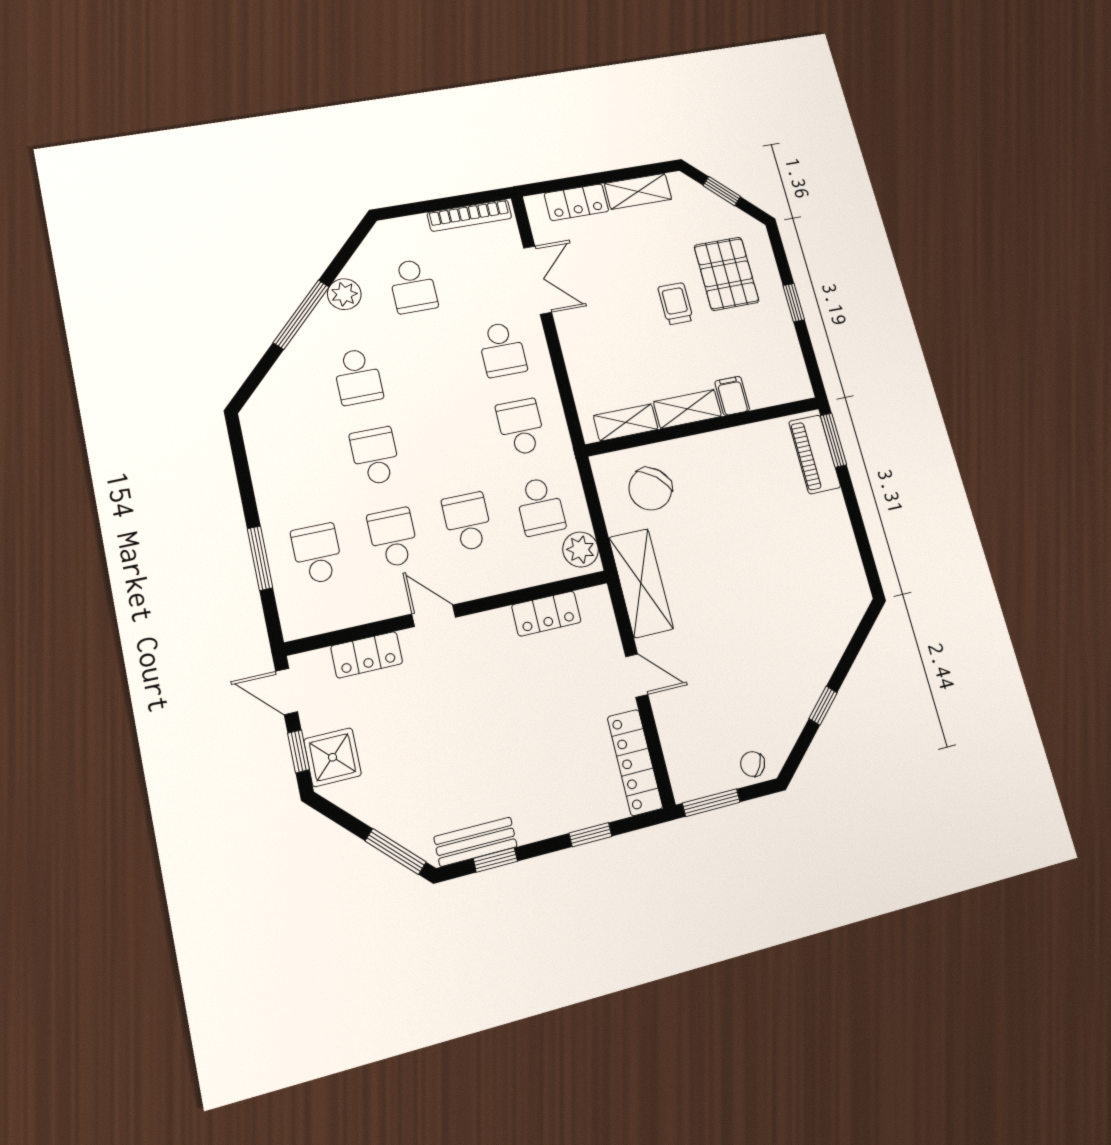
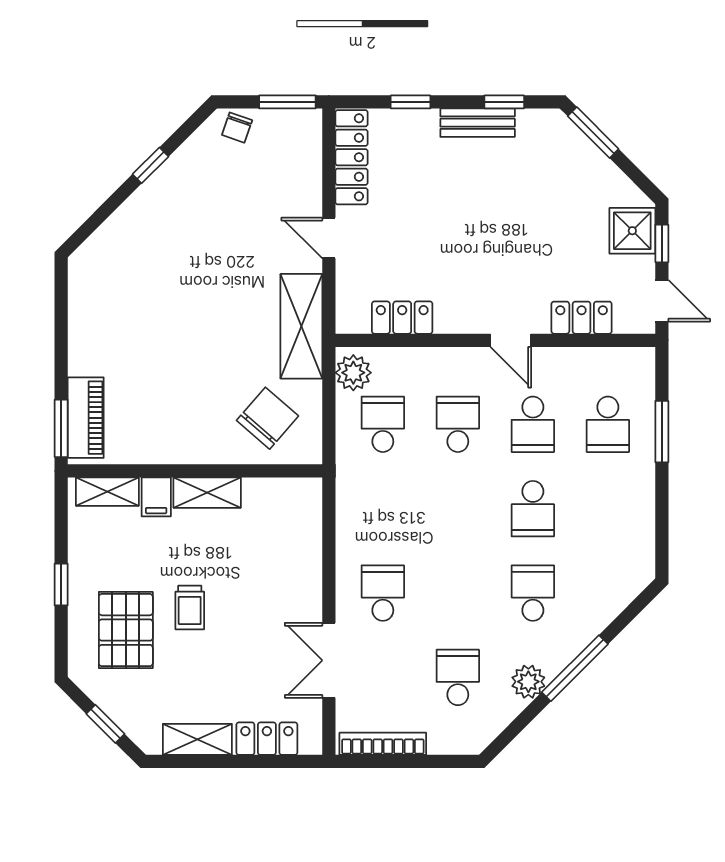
shelving: (626, 422) -> (107, 492), moved
school desk: (521, 427) -> (383, 509), removed
school desk: (468, 522) -> (458, 424), turned 180
chair: (753, 764) -> (237, 128), turned 80
bench: (475, 842) -> (478, 123), moved

